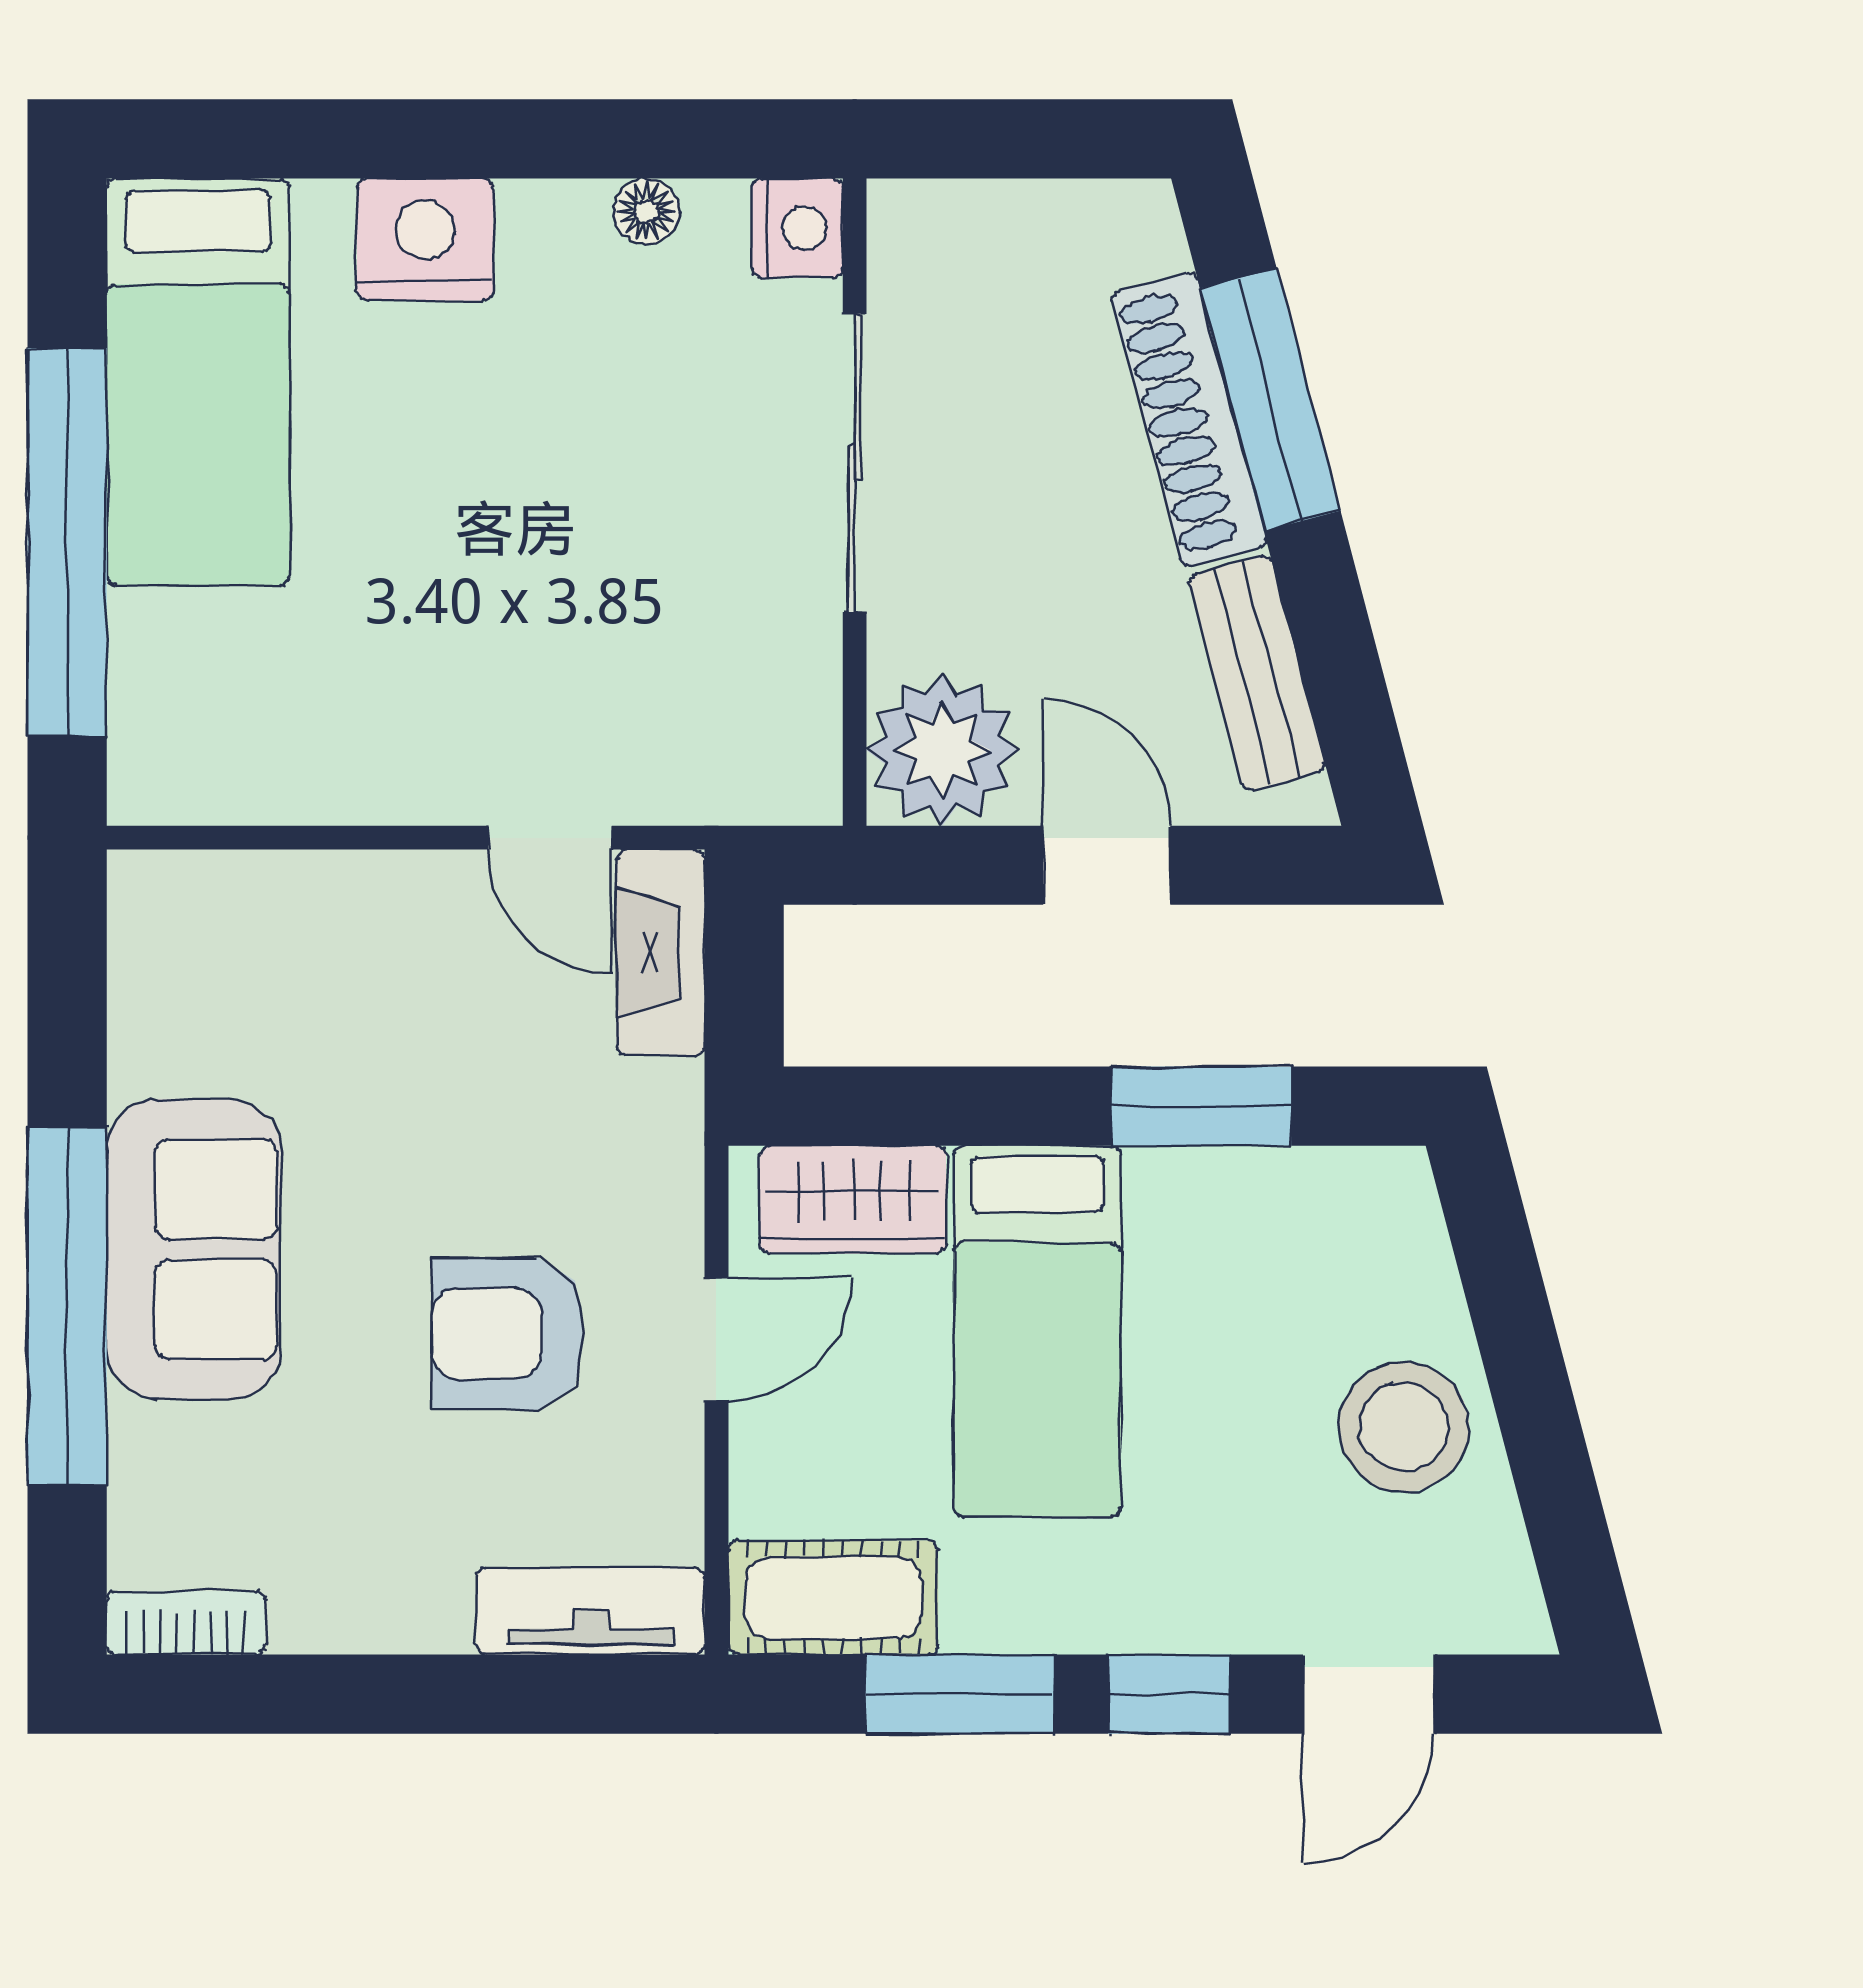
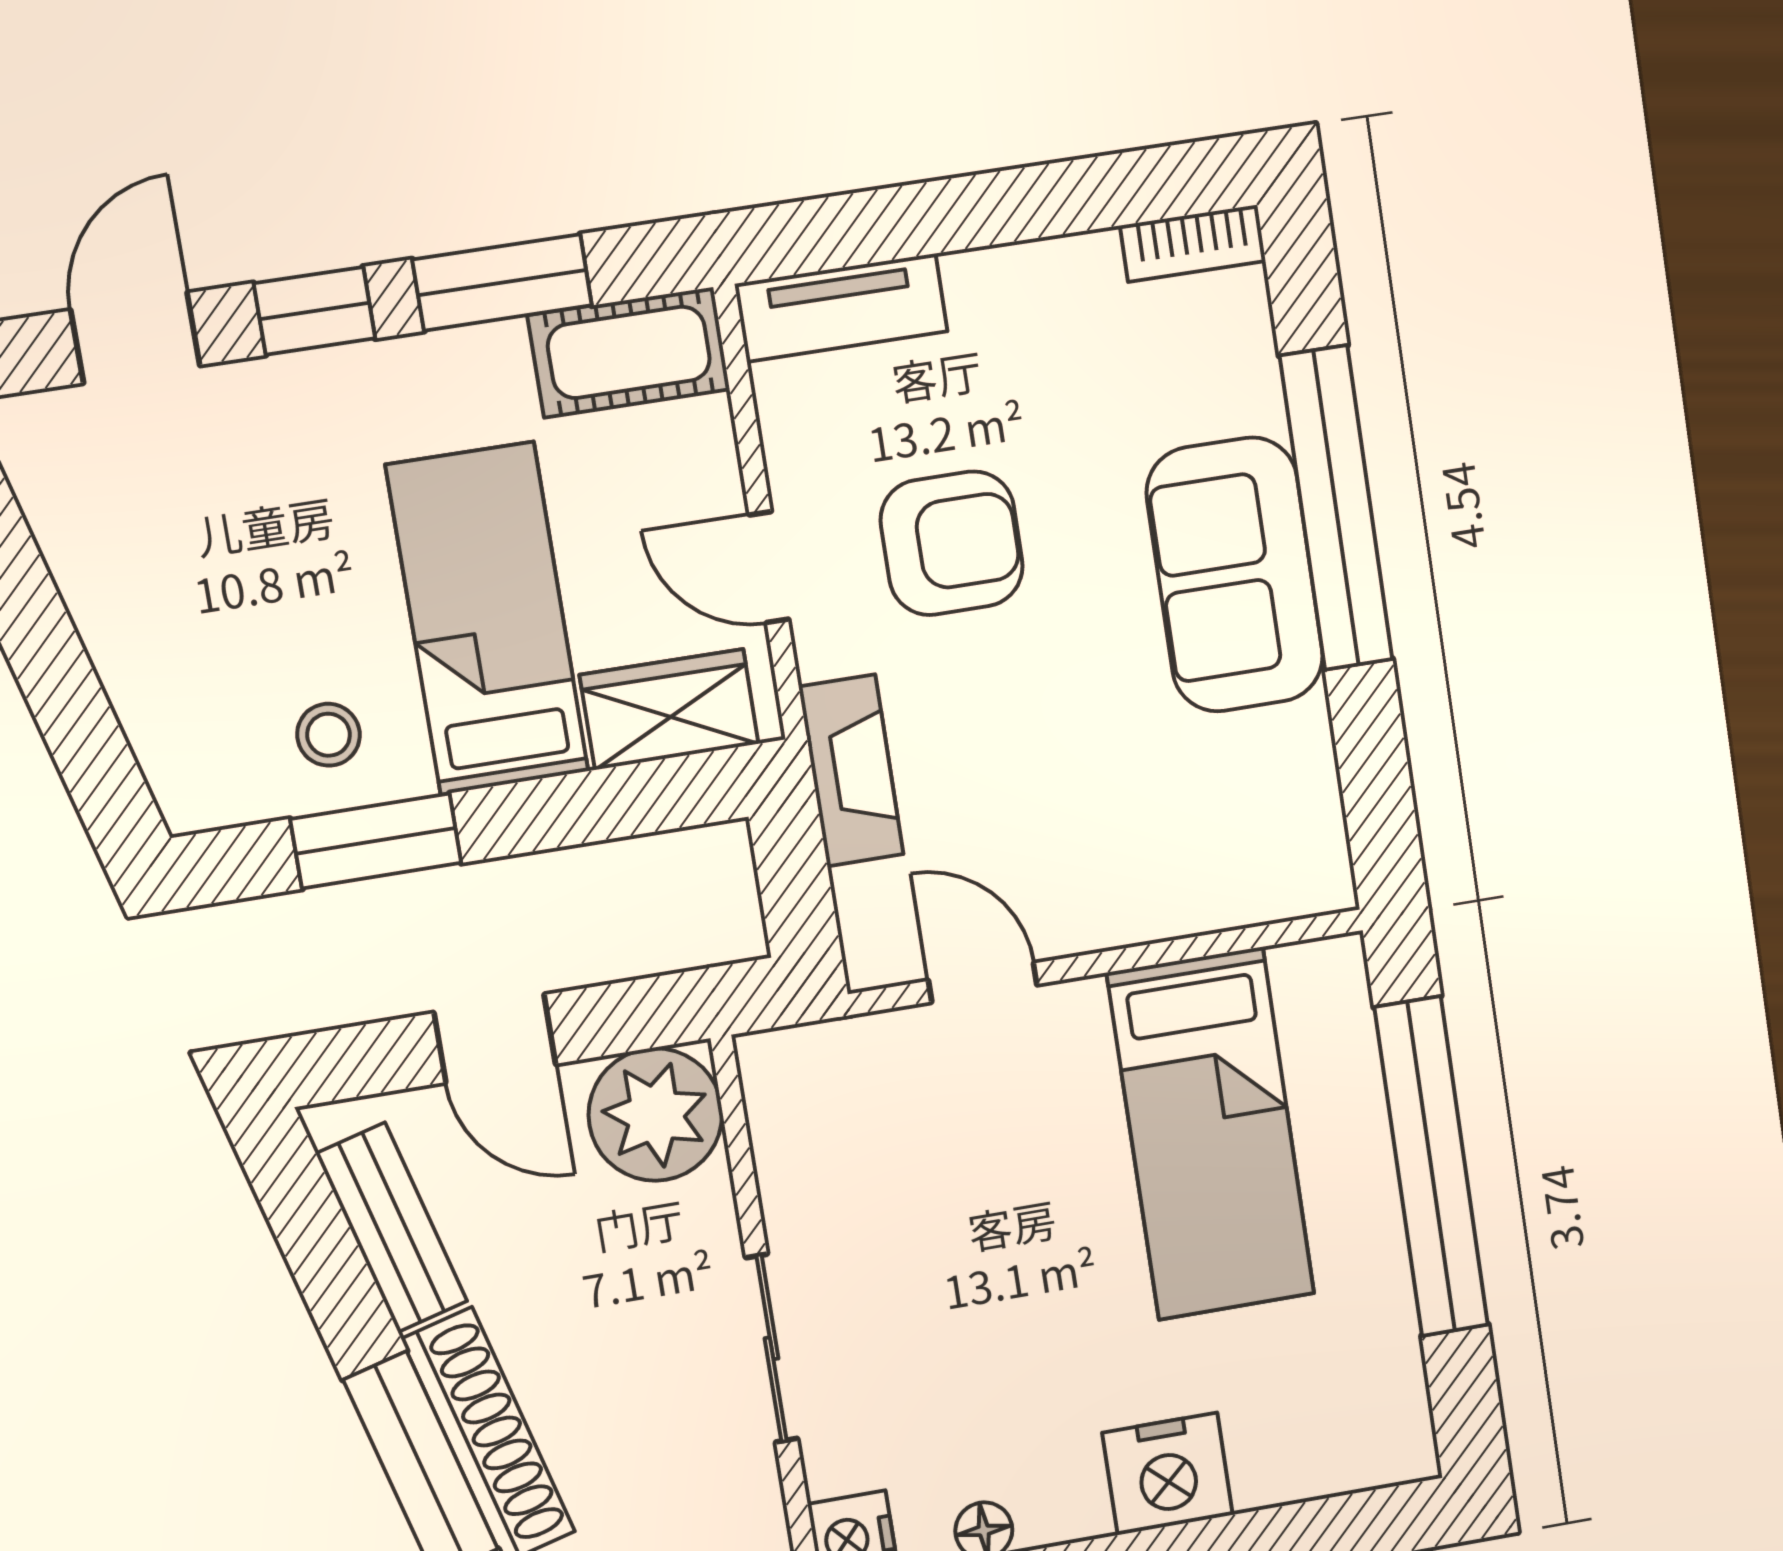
bed: (198, 382) -> (1211, 1134), moved, turned 180
sliding door: (855, 463) -> (772, 1348), width x0.73
fireplace: (661, 952) -> (851, 771), moved
door: (716, 1339) -> (769, 567), hinge flipped
stool: (1404, 1427) -> (328, 735), moved, width x0.53, depth x0.53

